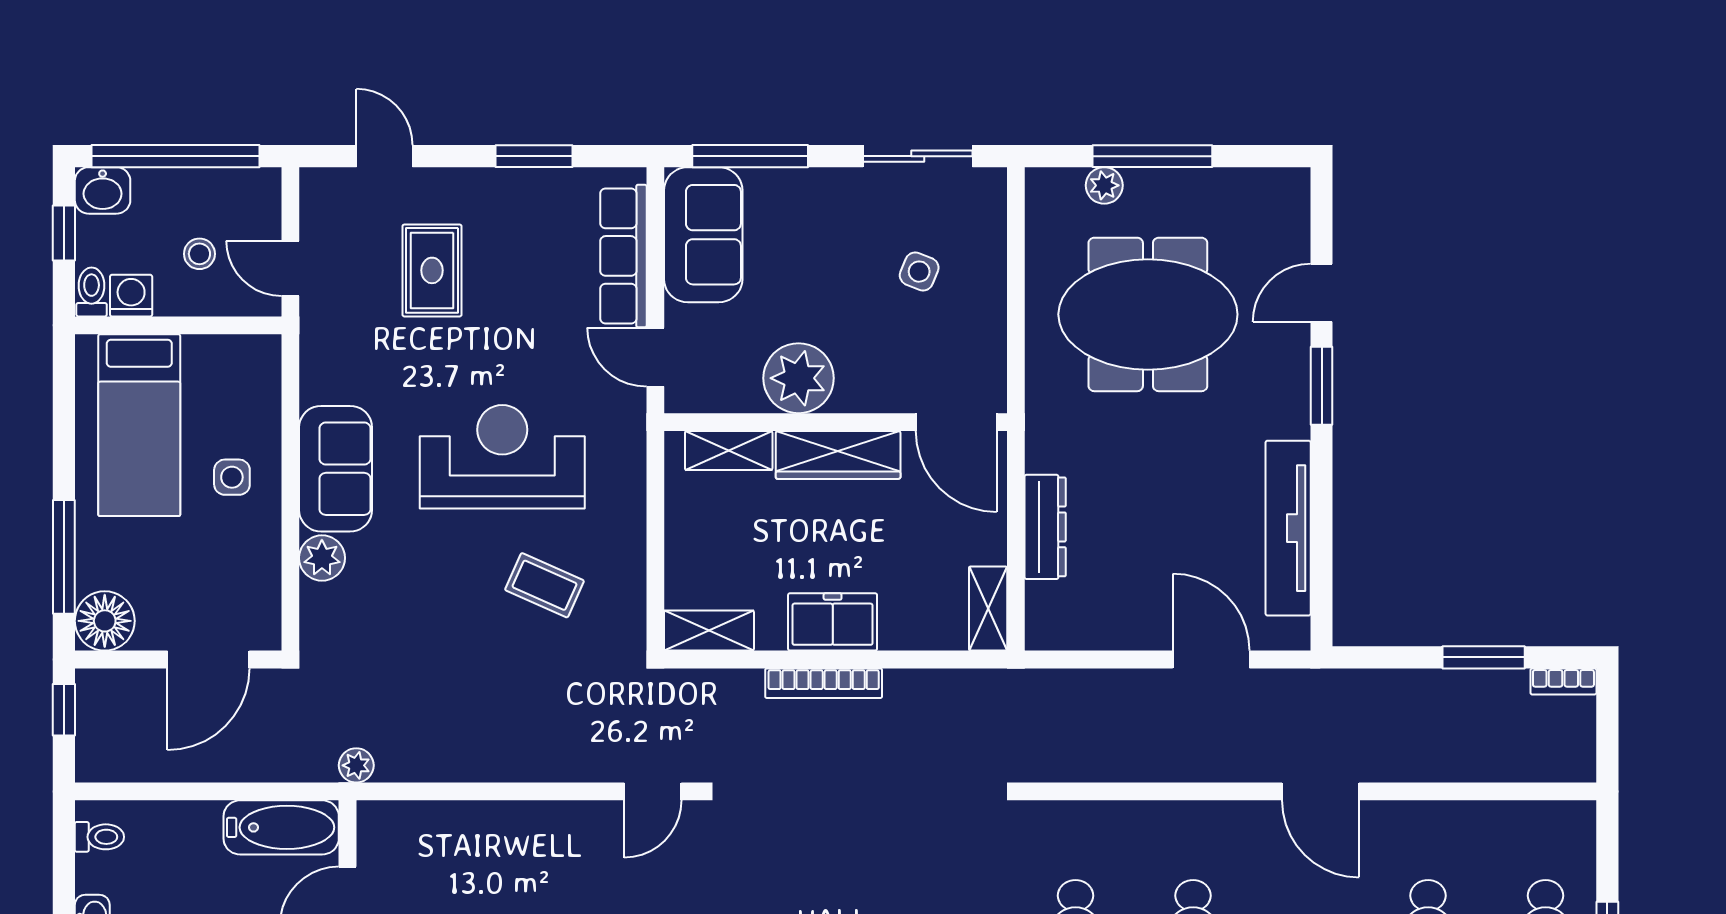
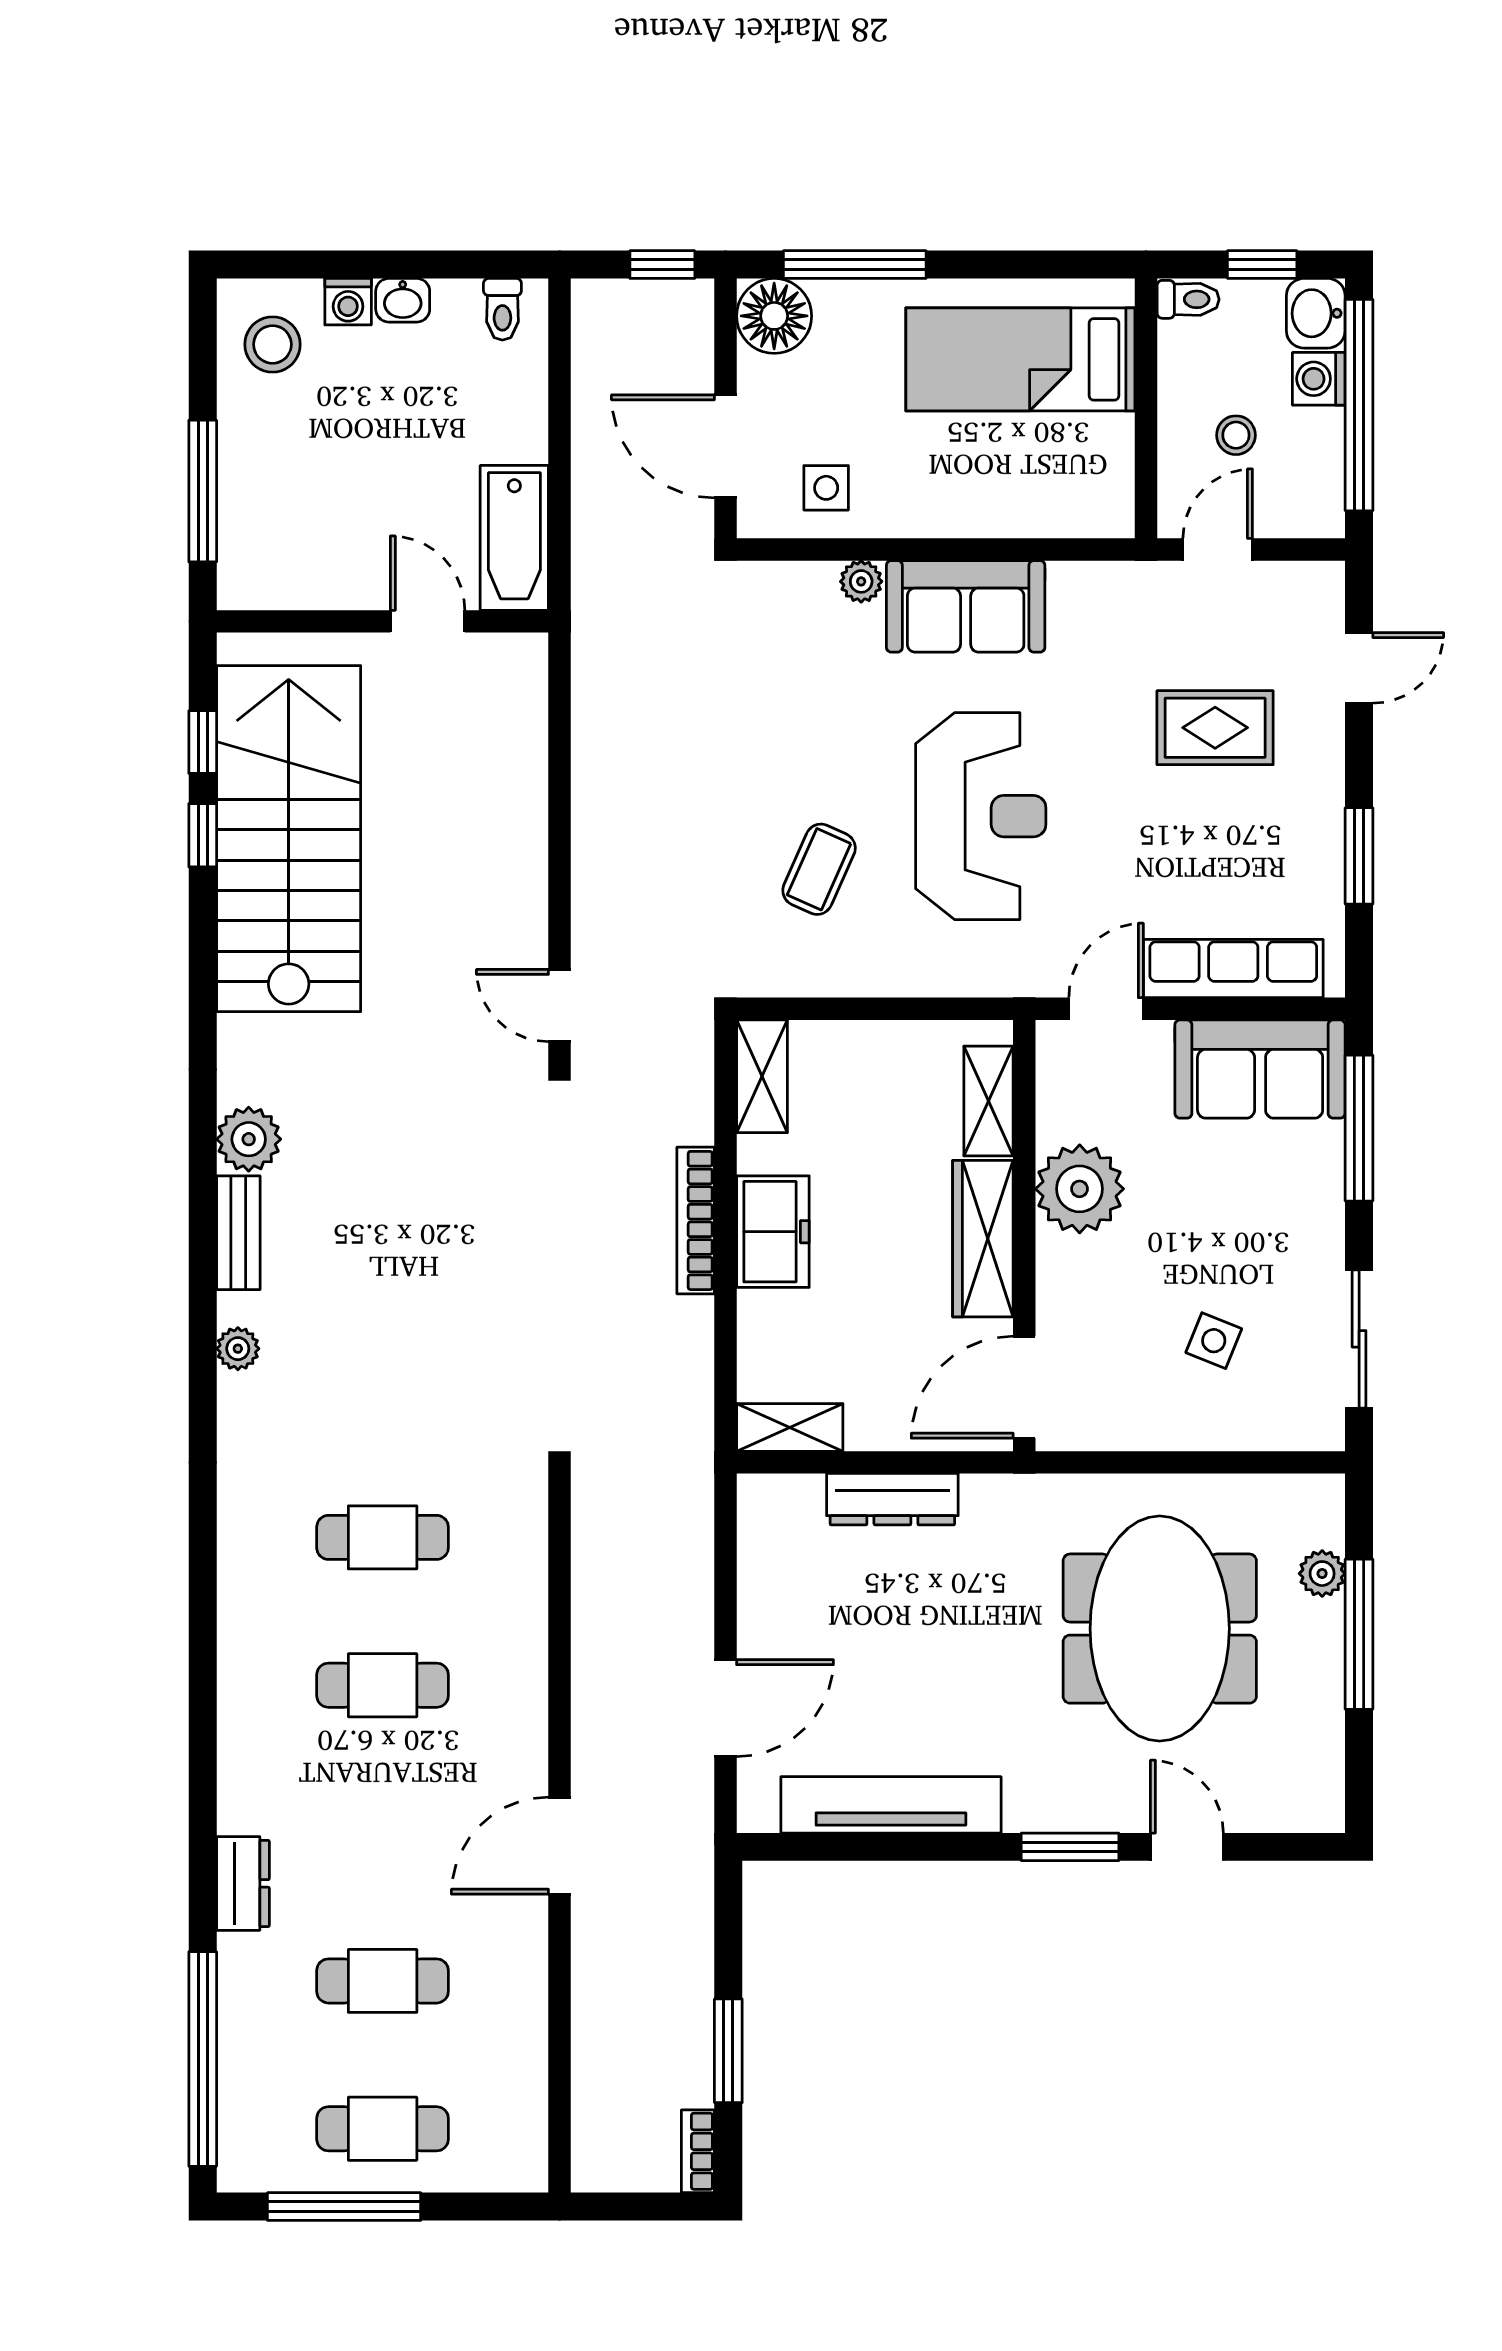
washing machine: (131, 296) -> (1319, 379), moved, turned 180
side table: (232, 477) -> (826, 488), moved
plant: (322, 558) -> (861, 581), width x0.73, depth x0.73
plant: (356, 765) -> (592, 632), removed

